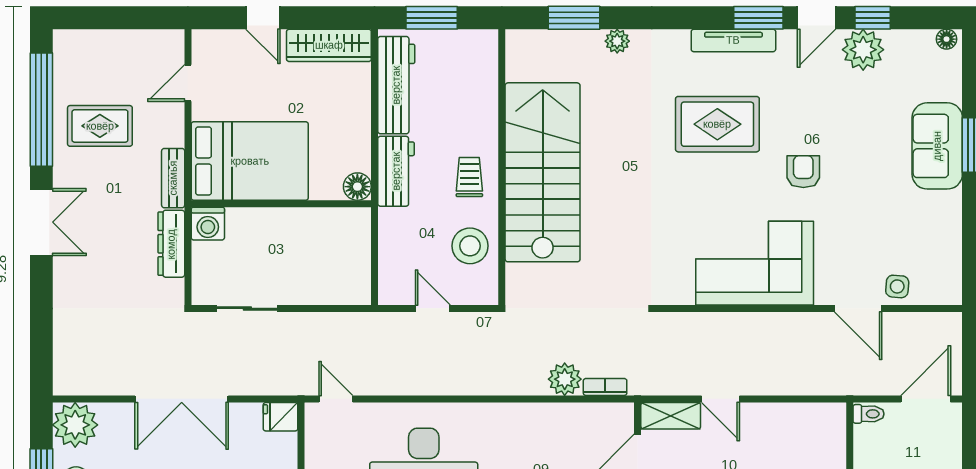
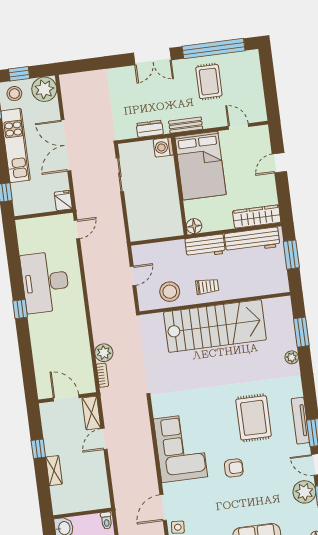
wardrobe: (329, 45) -> (257, 217), moved, turned 90
dresser: (171, 244) -> (150, 129), width x0.70

